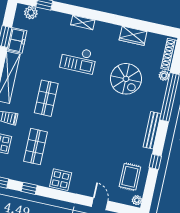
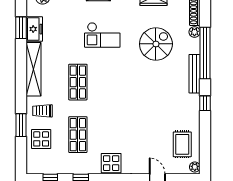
spiral stairs: (126, 79) -> (156, 44), turned -90
bench: (152, 130) -> (194, 74), moved
window: (155, 162) -> (205, 103), moved

